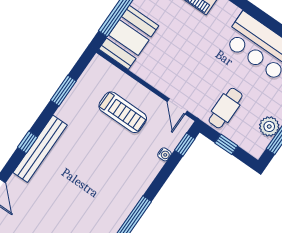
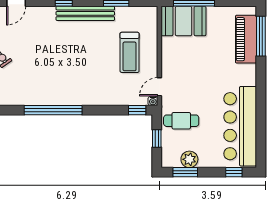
bench: (40, 149) -> (85, 13), moved
water cooler: (164, 154) -> (153, 101), moved

